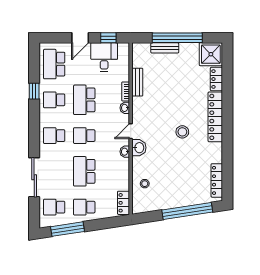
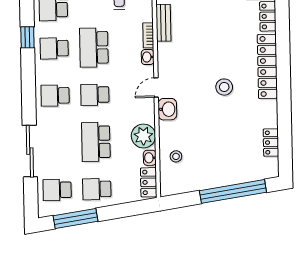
washbasin: (125, 152) -> (150, 158), moved
plant: (120, 168) -> (143, 136), added
locker: (217, 180) -> (271, 143), width x0.66

